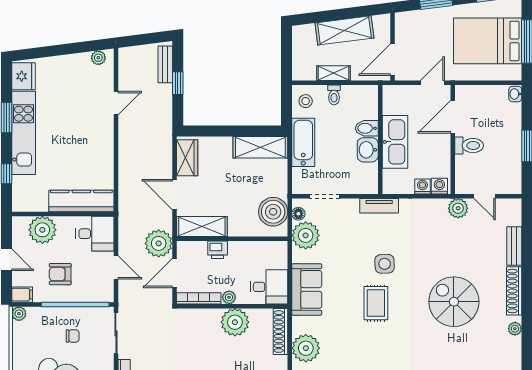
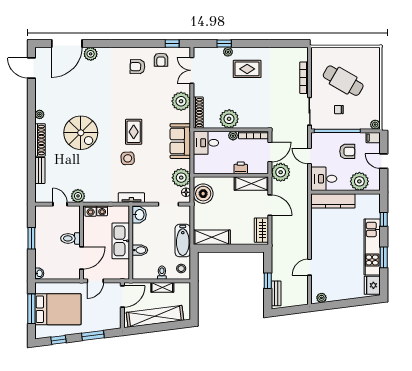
shelving: (344, 30) -> (155, 316), width x1.47
washbasin: (368, 150) -> (139, 215), moved

